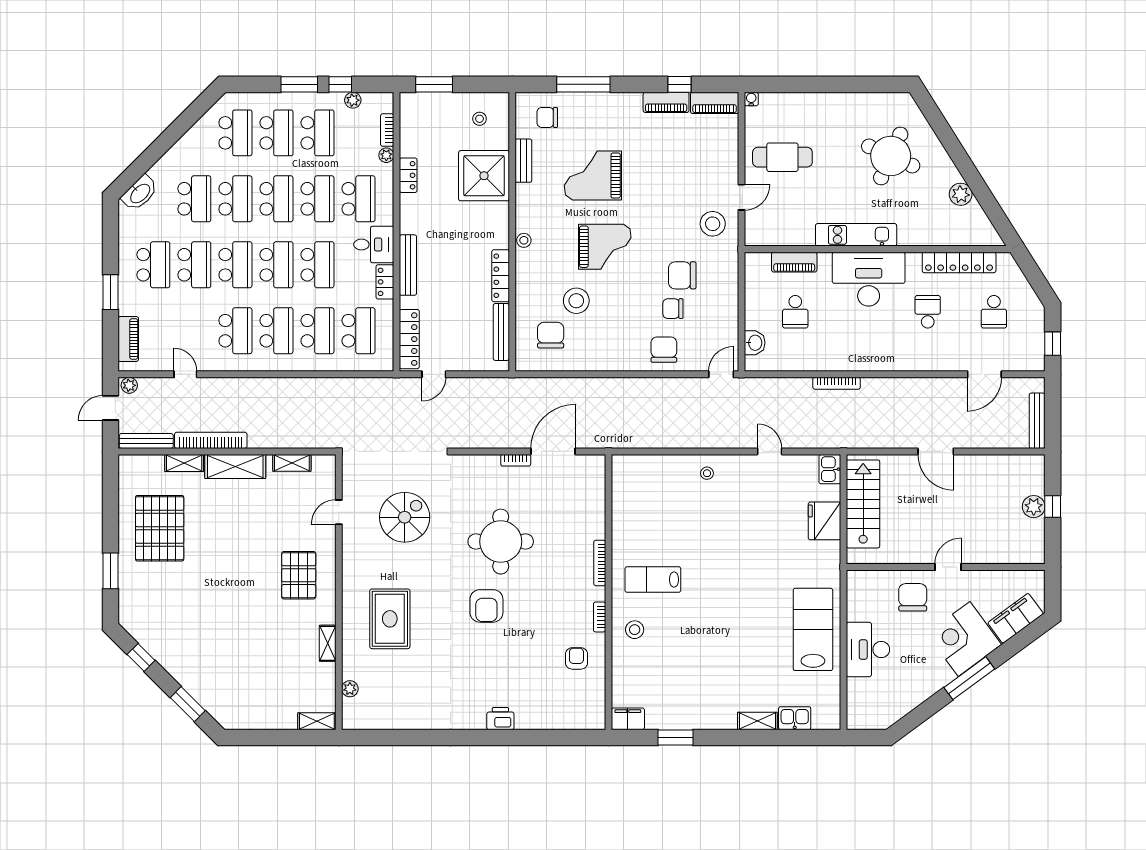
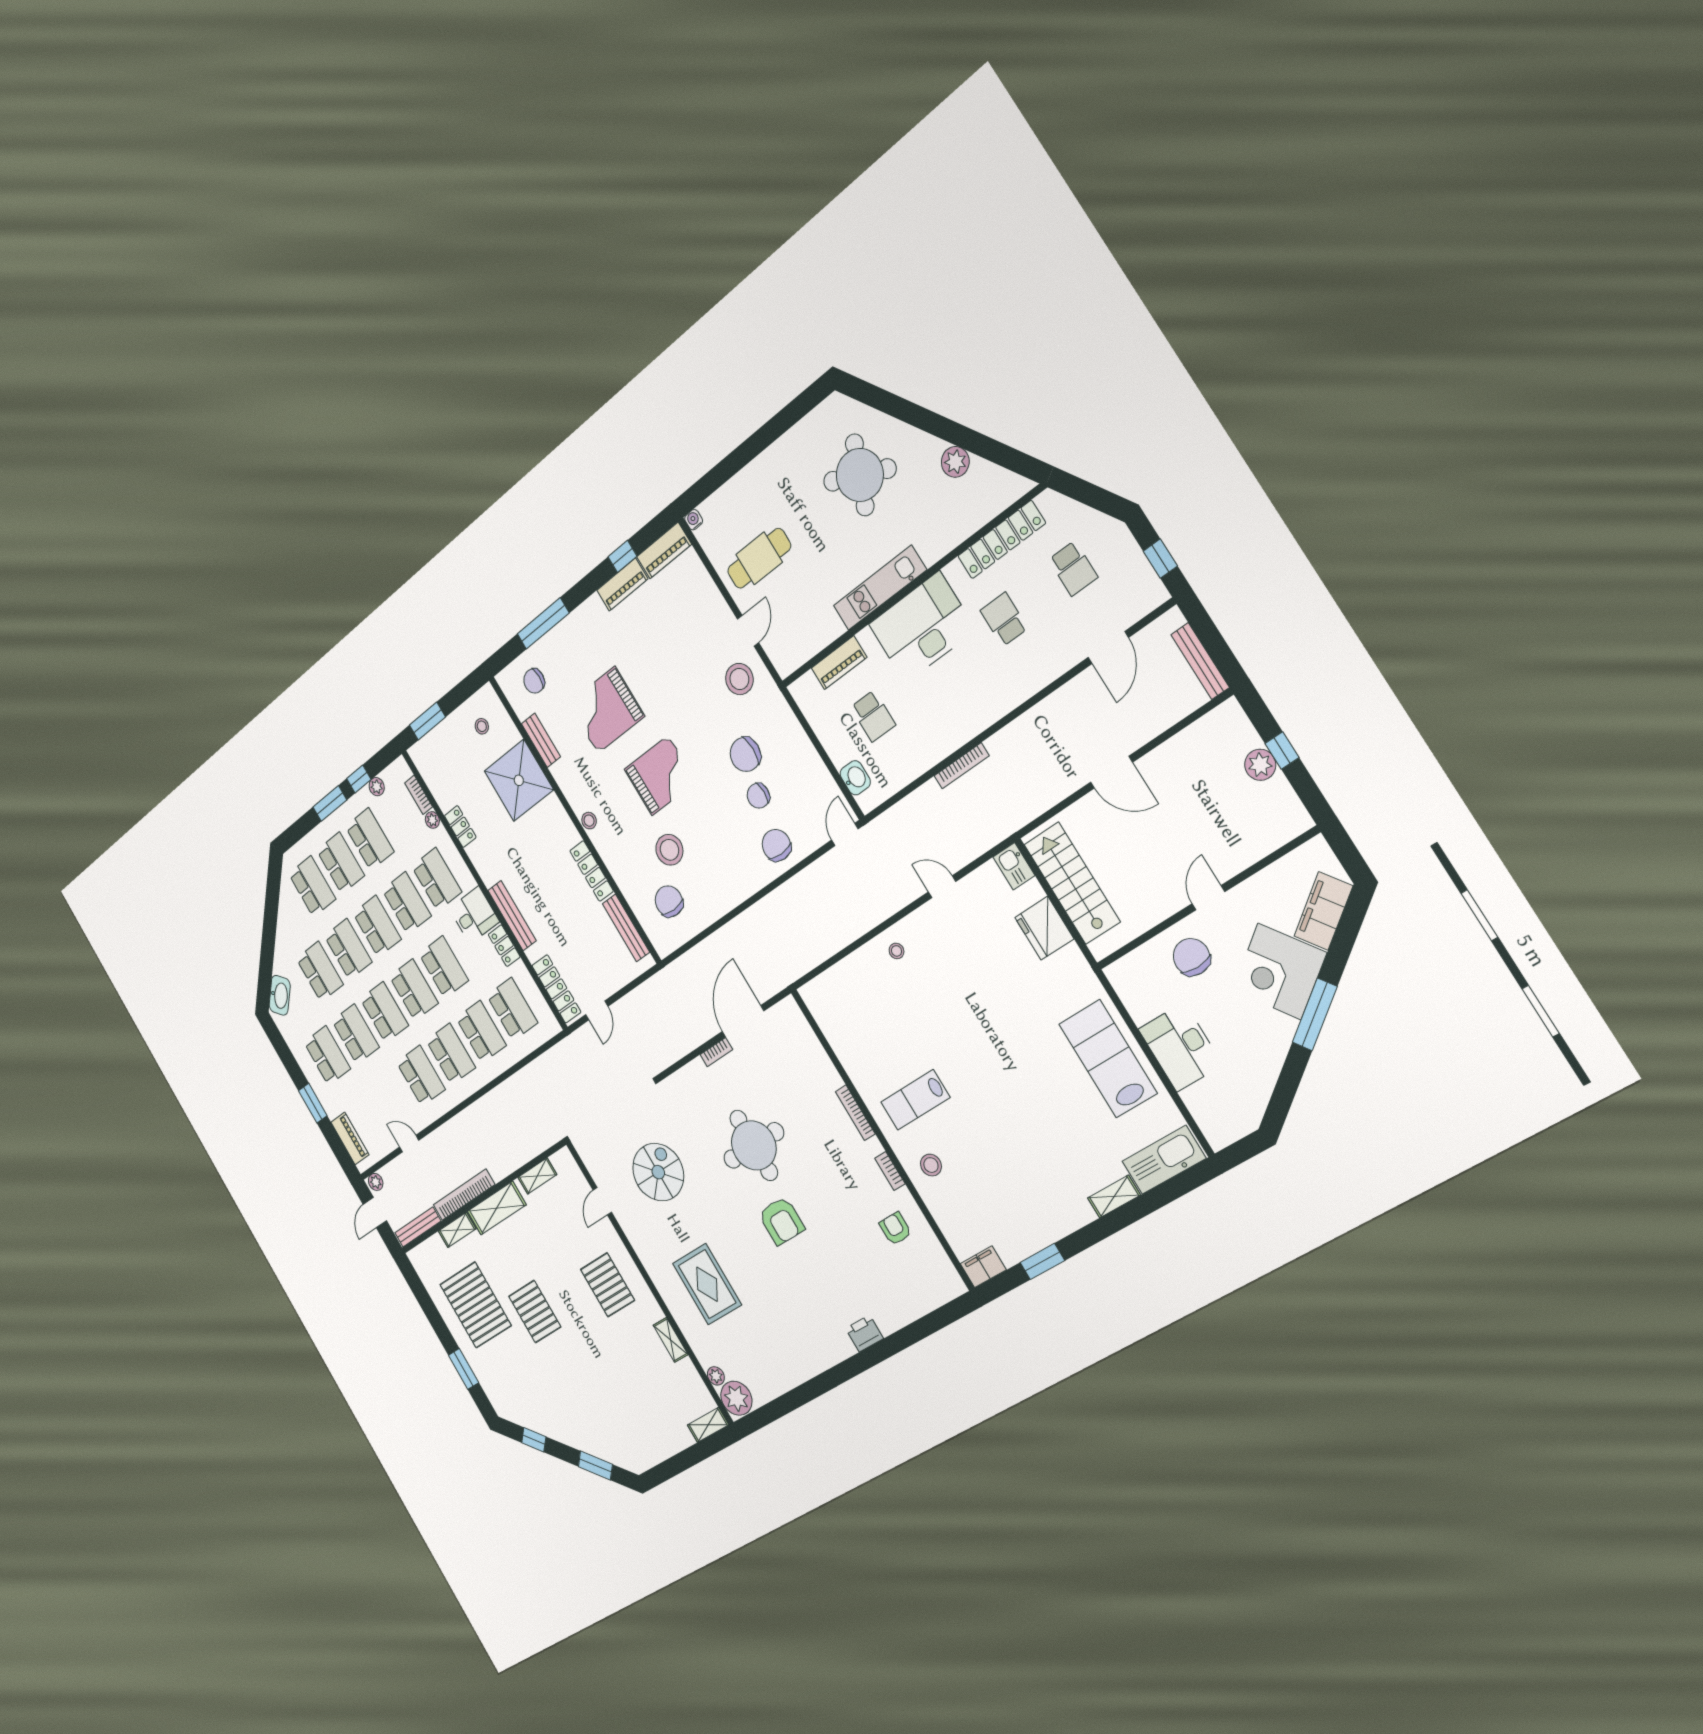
pallet: (215, 561) -> (535, 1312), added
plant: (357, 713) -> (736, 1398), added
kitchen sink: (795, 718) -> (1164, 1160), width x1.88, depth x1.24

